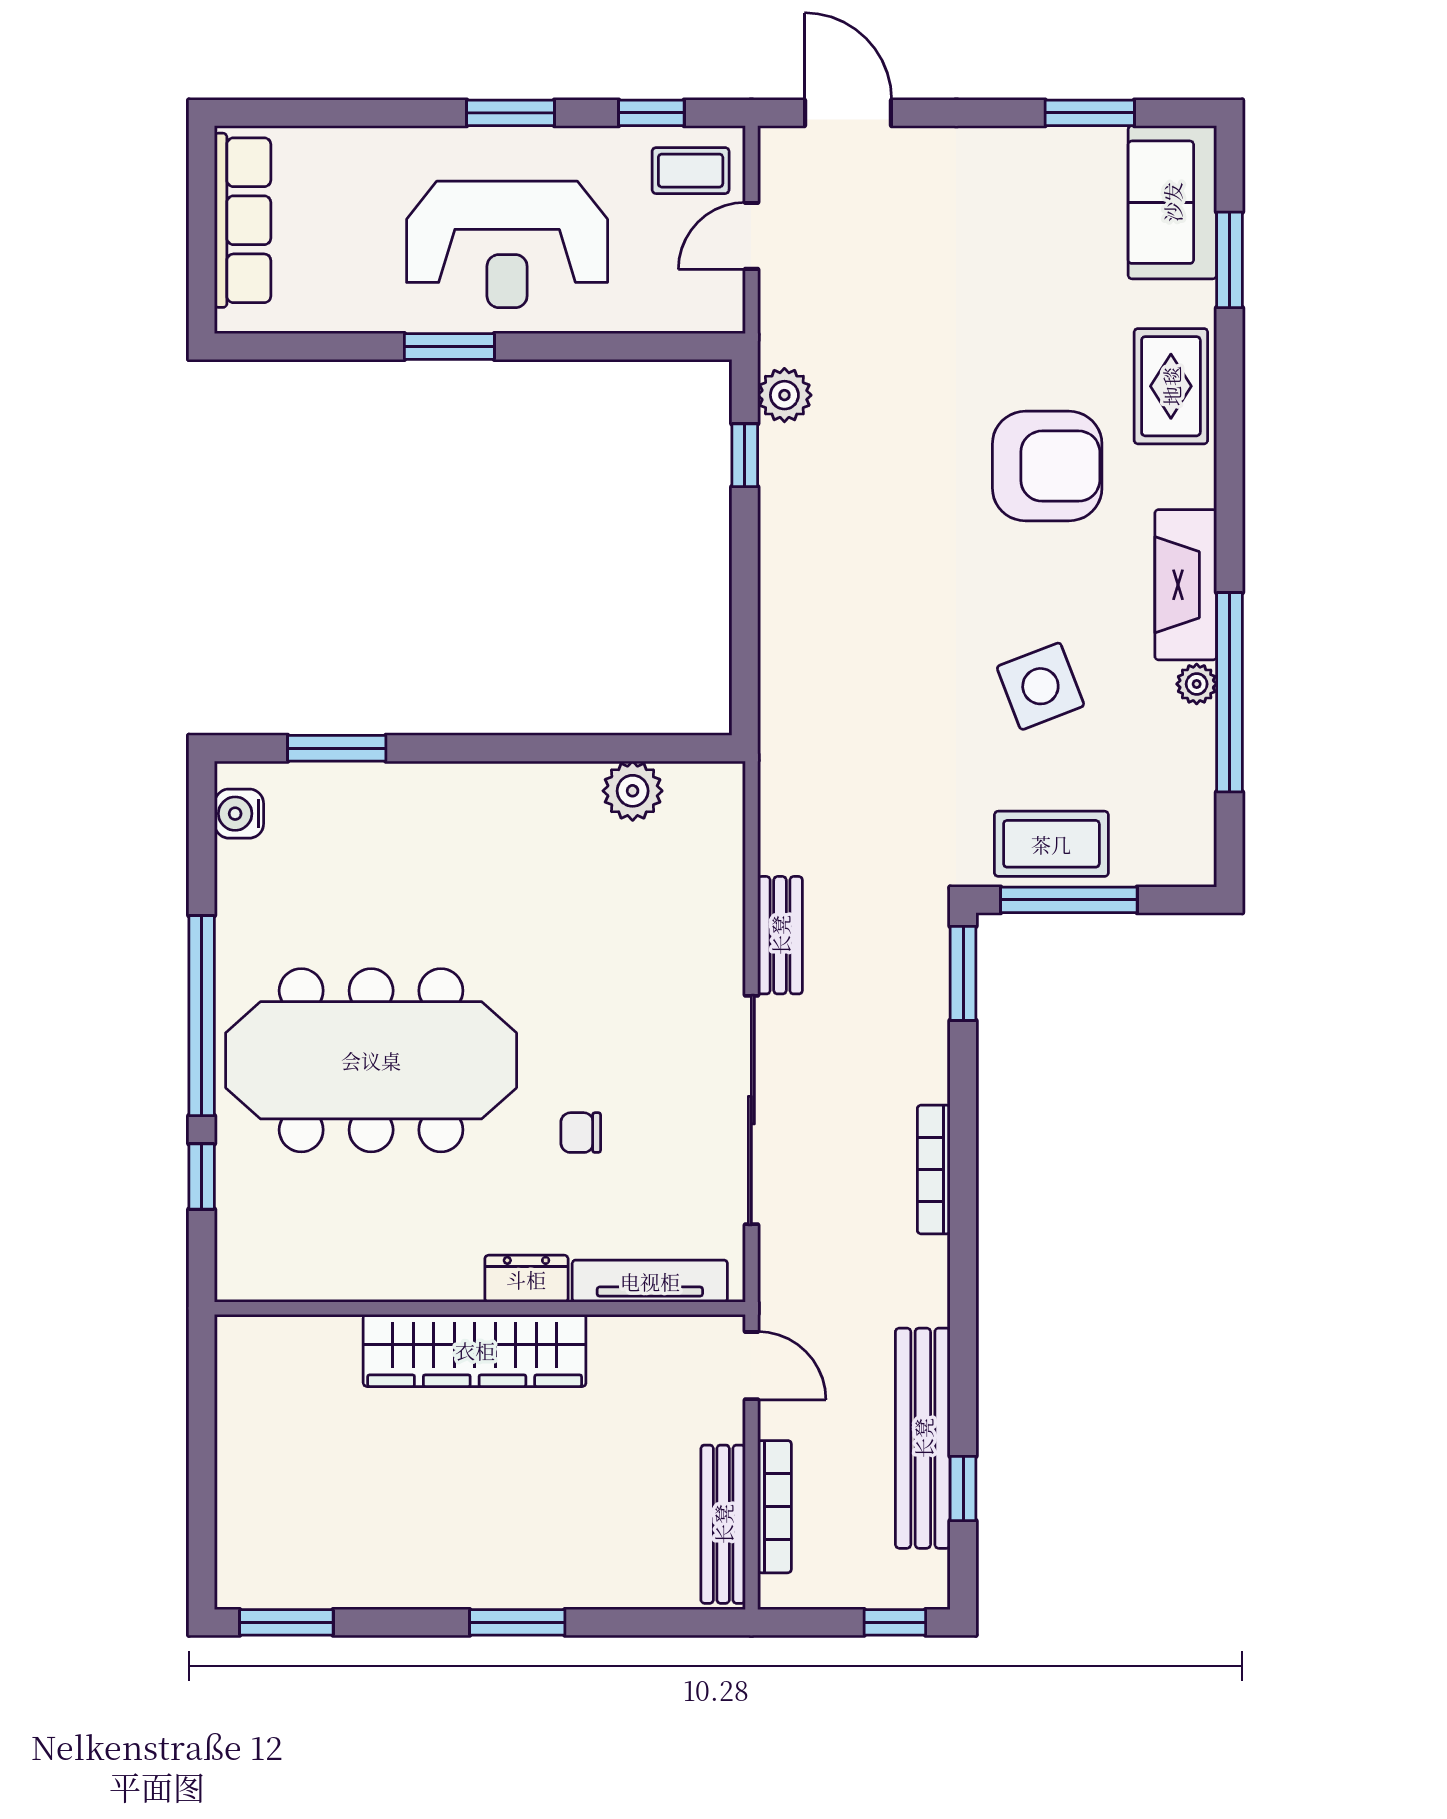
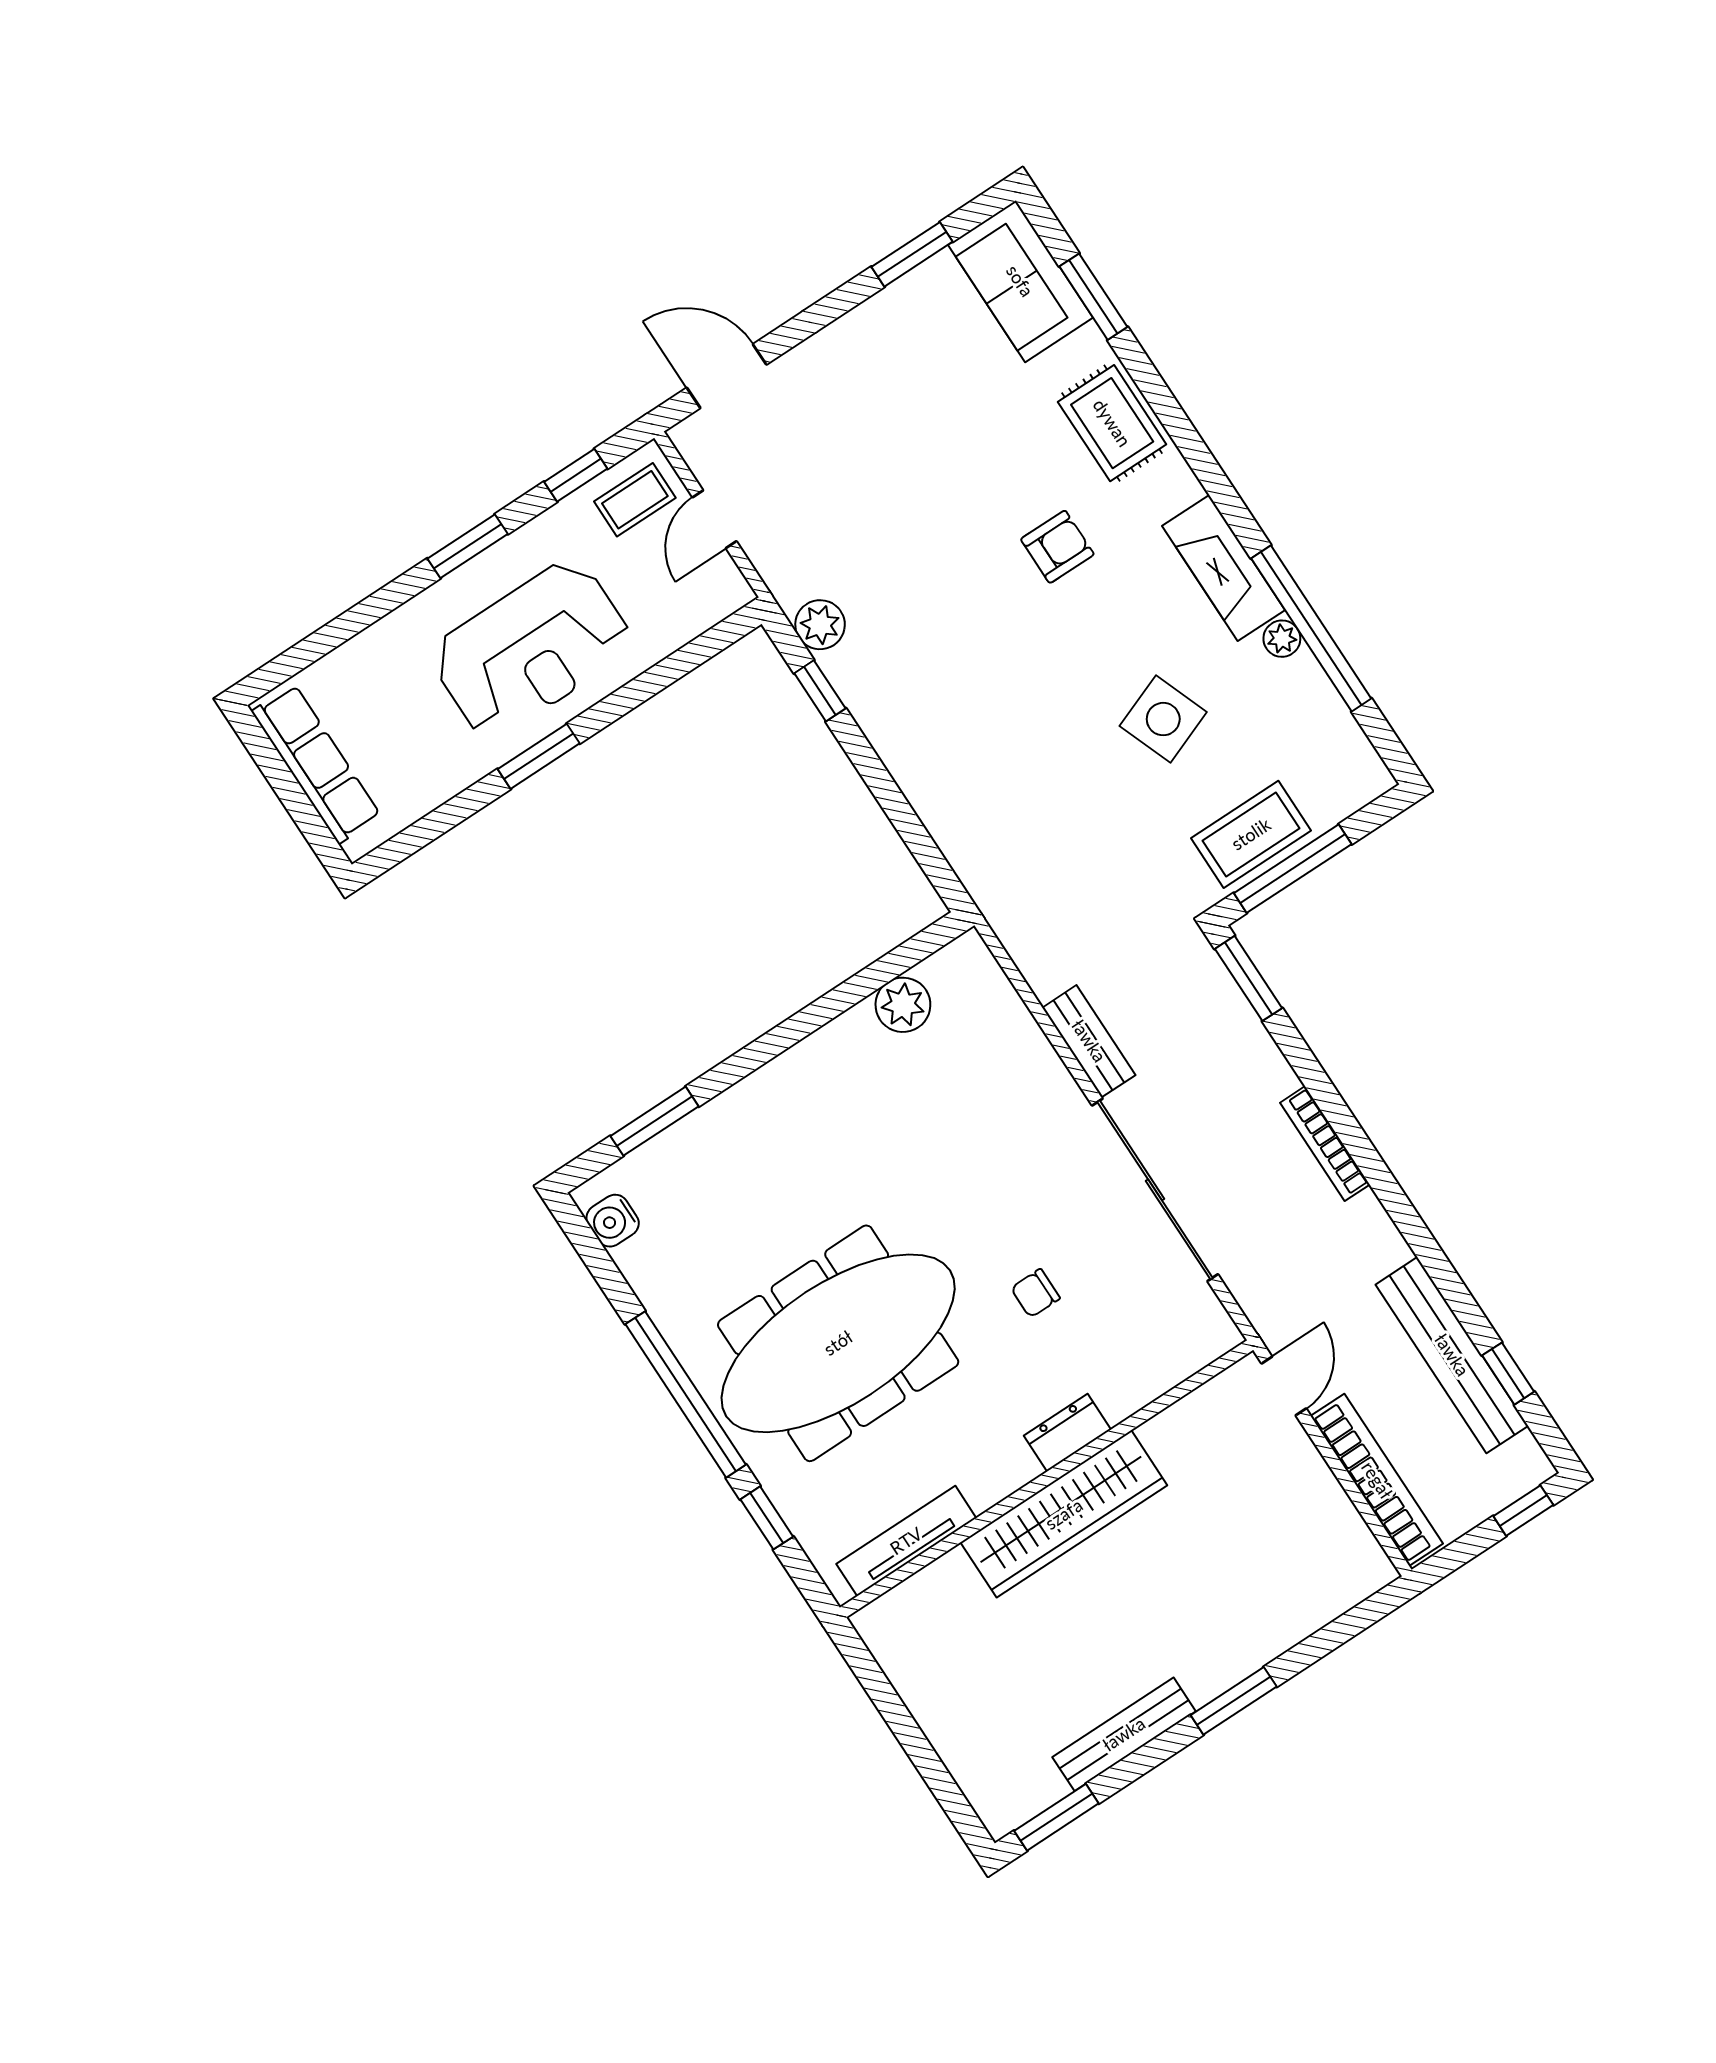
armchair: (1047, 466) -> (1057, 547), width x0.53, depth x0.53
tv unit: (650, 1281) -> (906, 1541), moved
door: (751, 1366) -> (1284, 1386), hinge flipped
bookcase: (774, 1507) -> (1377, 1480), width x1.48, depth x1.31
bench: (723, 1524) -> (1124, 1734), moved, turned 90

